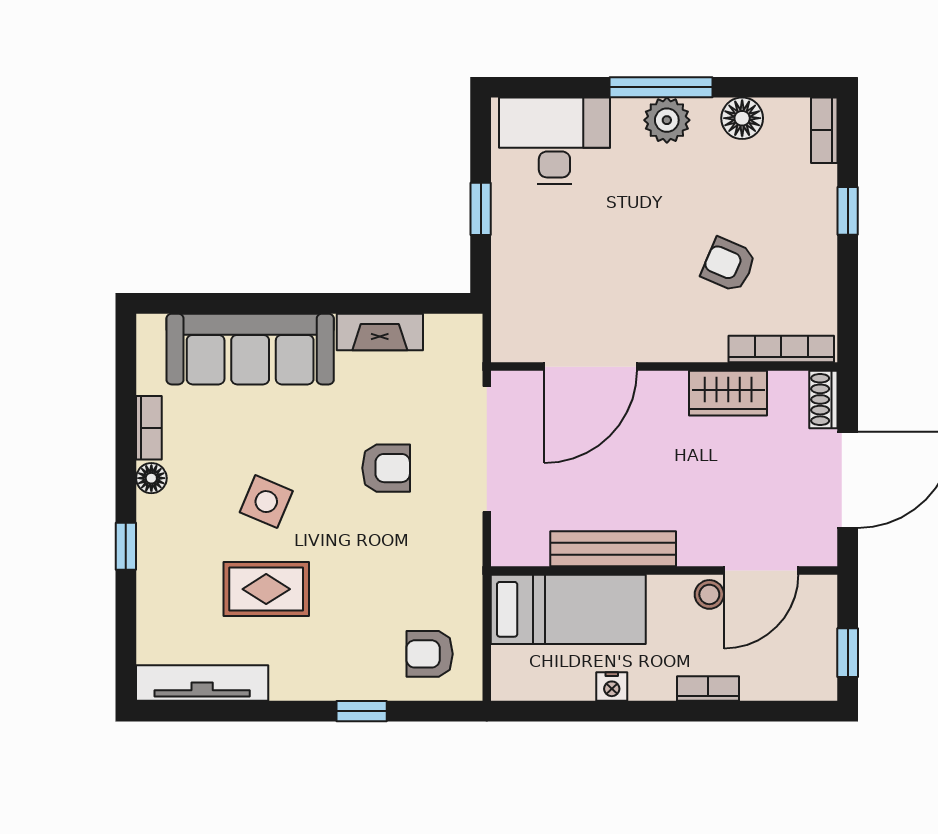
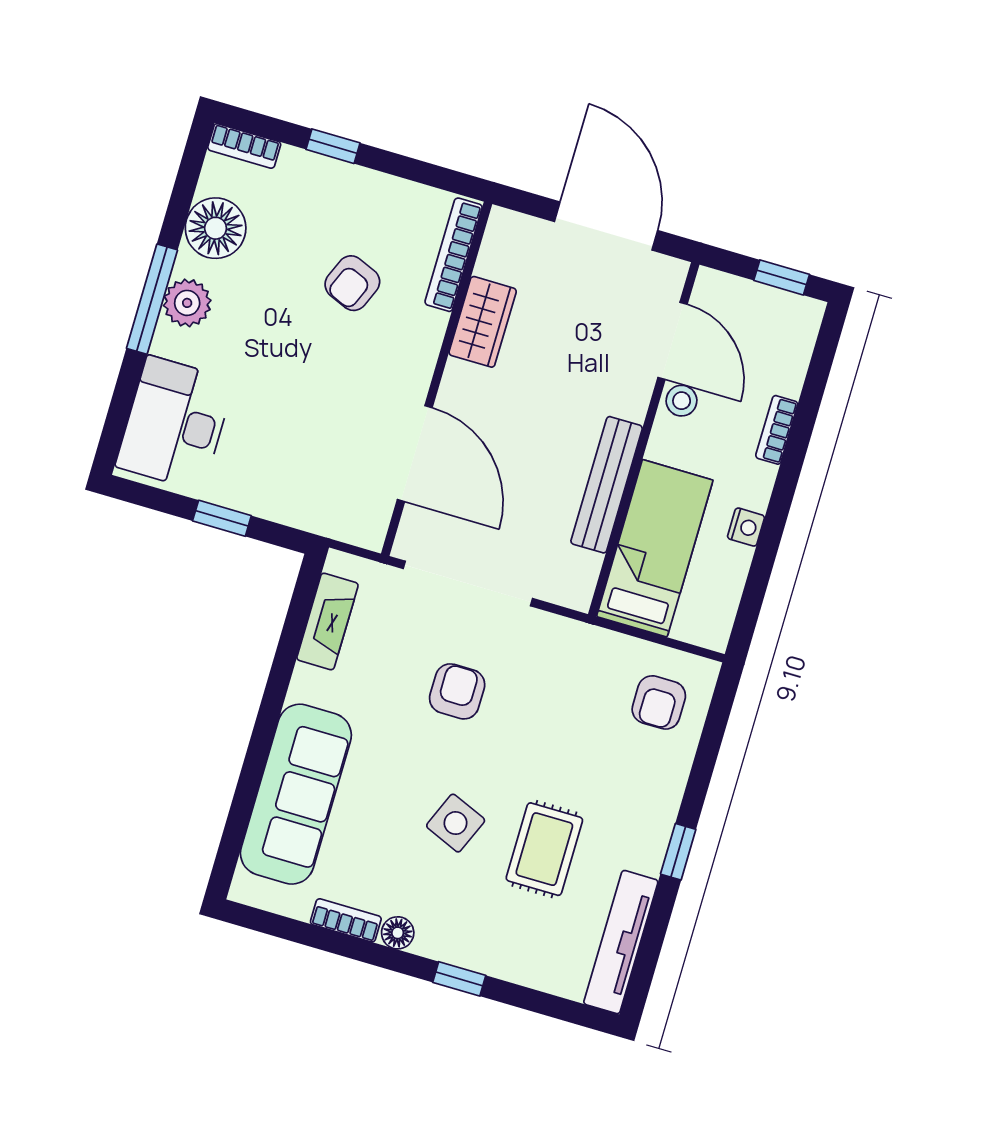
floor lamp: (742, 118) -> (216, 228), width x1.38, depth x1.38
fireplace: (380, 332) -> (327, 621), moved
shoe rack: (823, 399) -> (517, 227), removed
window: (362, 711) -> (678, 852), moved

